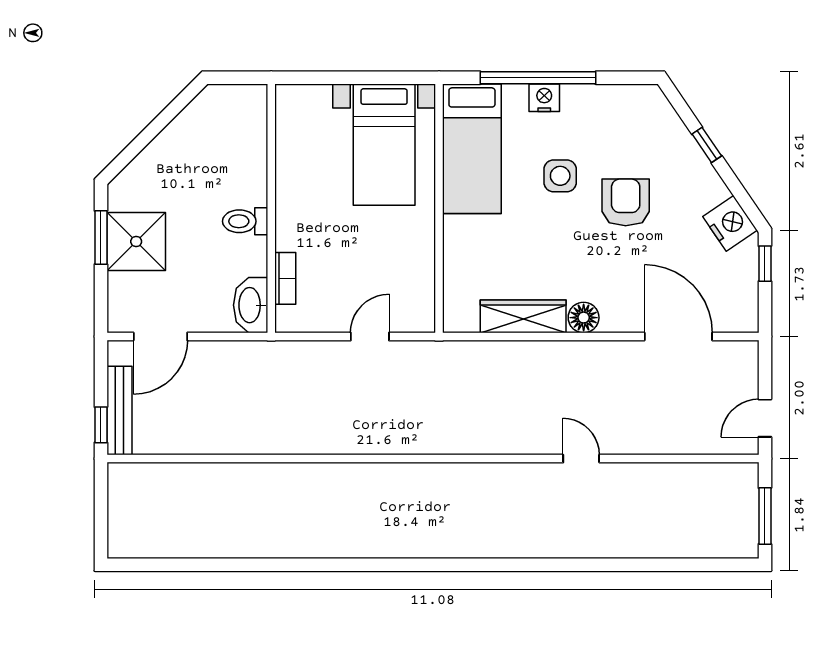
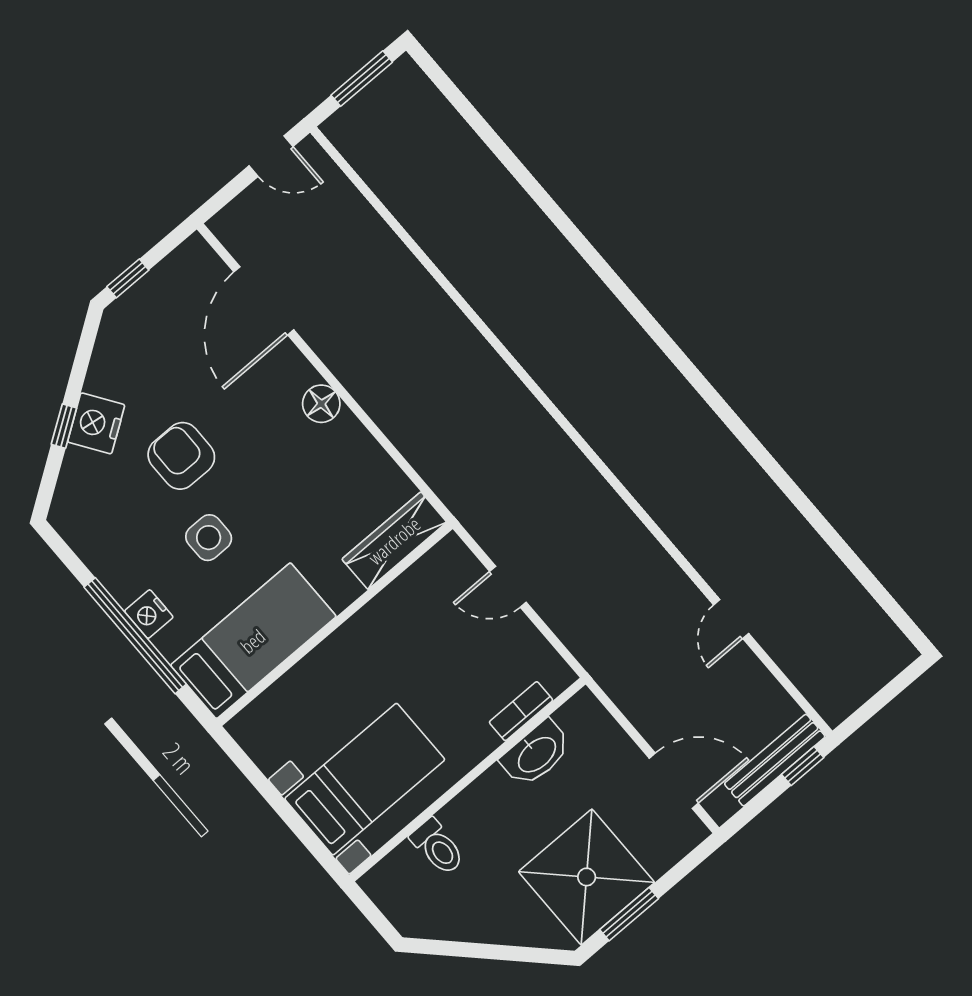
bed with nightstands: (384, 145) -> (365, 779), moved
armchair: (626, 202) -> (181, 456), turned 90
toilet: (245, 221) -> (438, 847), moved
nightstand: (730, 223) -> (96, 423), moved
shower: (136, 242) -> (587, 877), width x1.37, depth x1.37
washbasin: (251, 305) -> (536, 754), moved
wardrobe: (523, 316) -> (394, 541), moved, turned 90
door: (581, 459) -> (731, 619), moved

